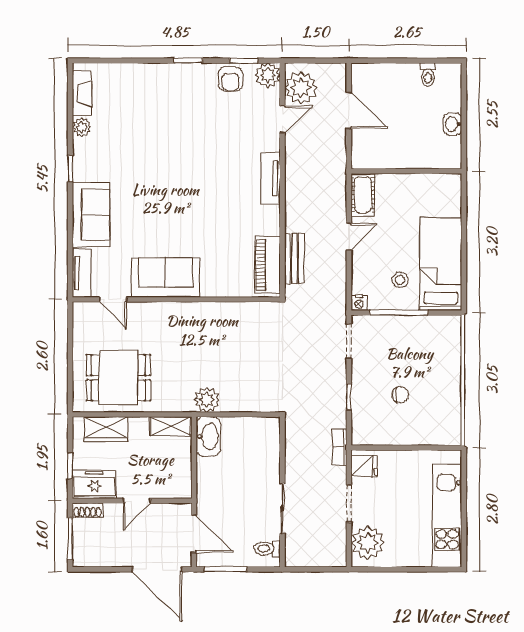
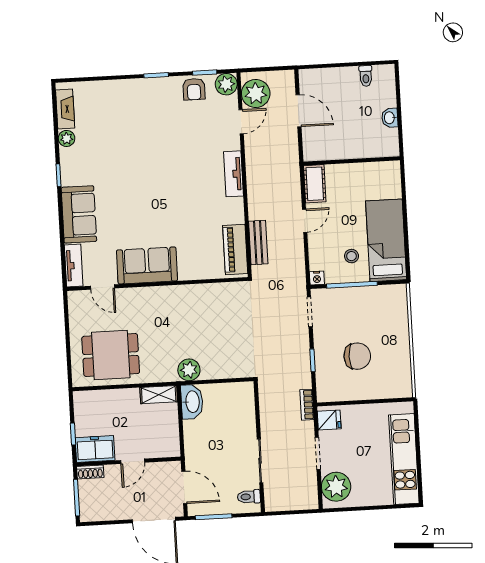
chair: (400, 395) -> (357, 356), width x1.87, depth x1.87
wardrobe: (106, 429) -> (102, 400), removed

